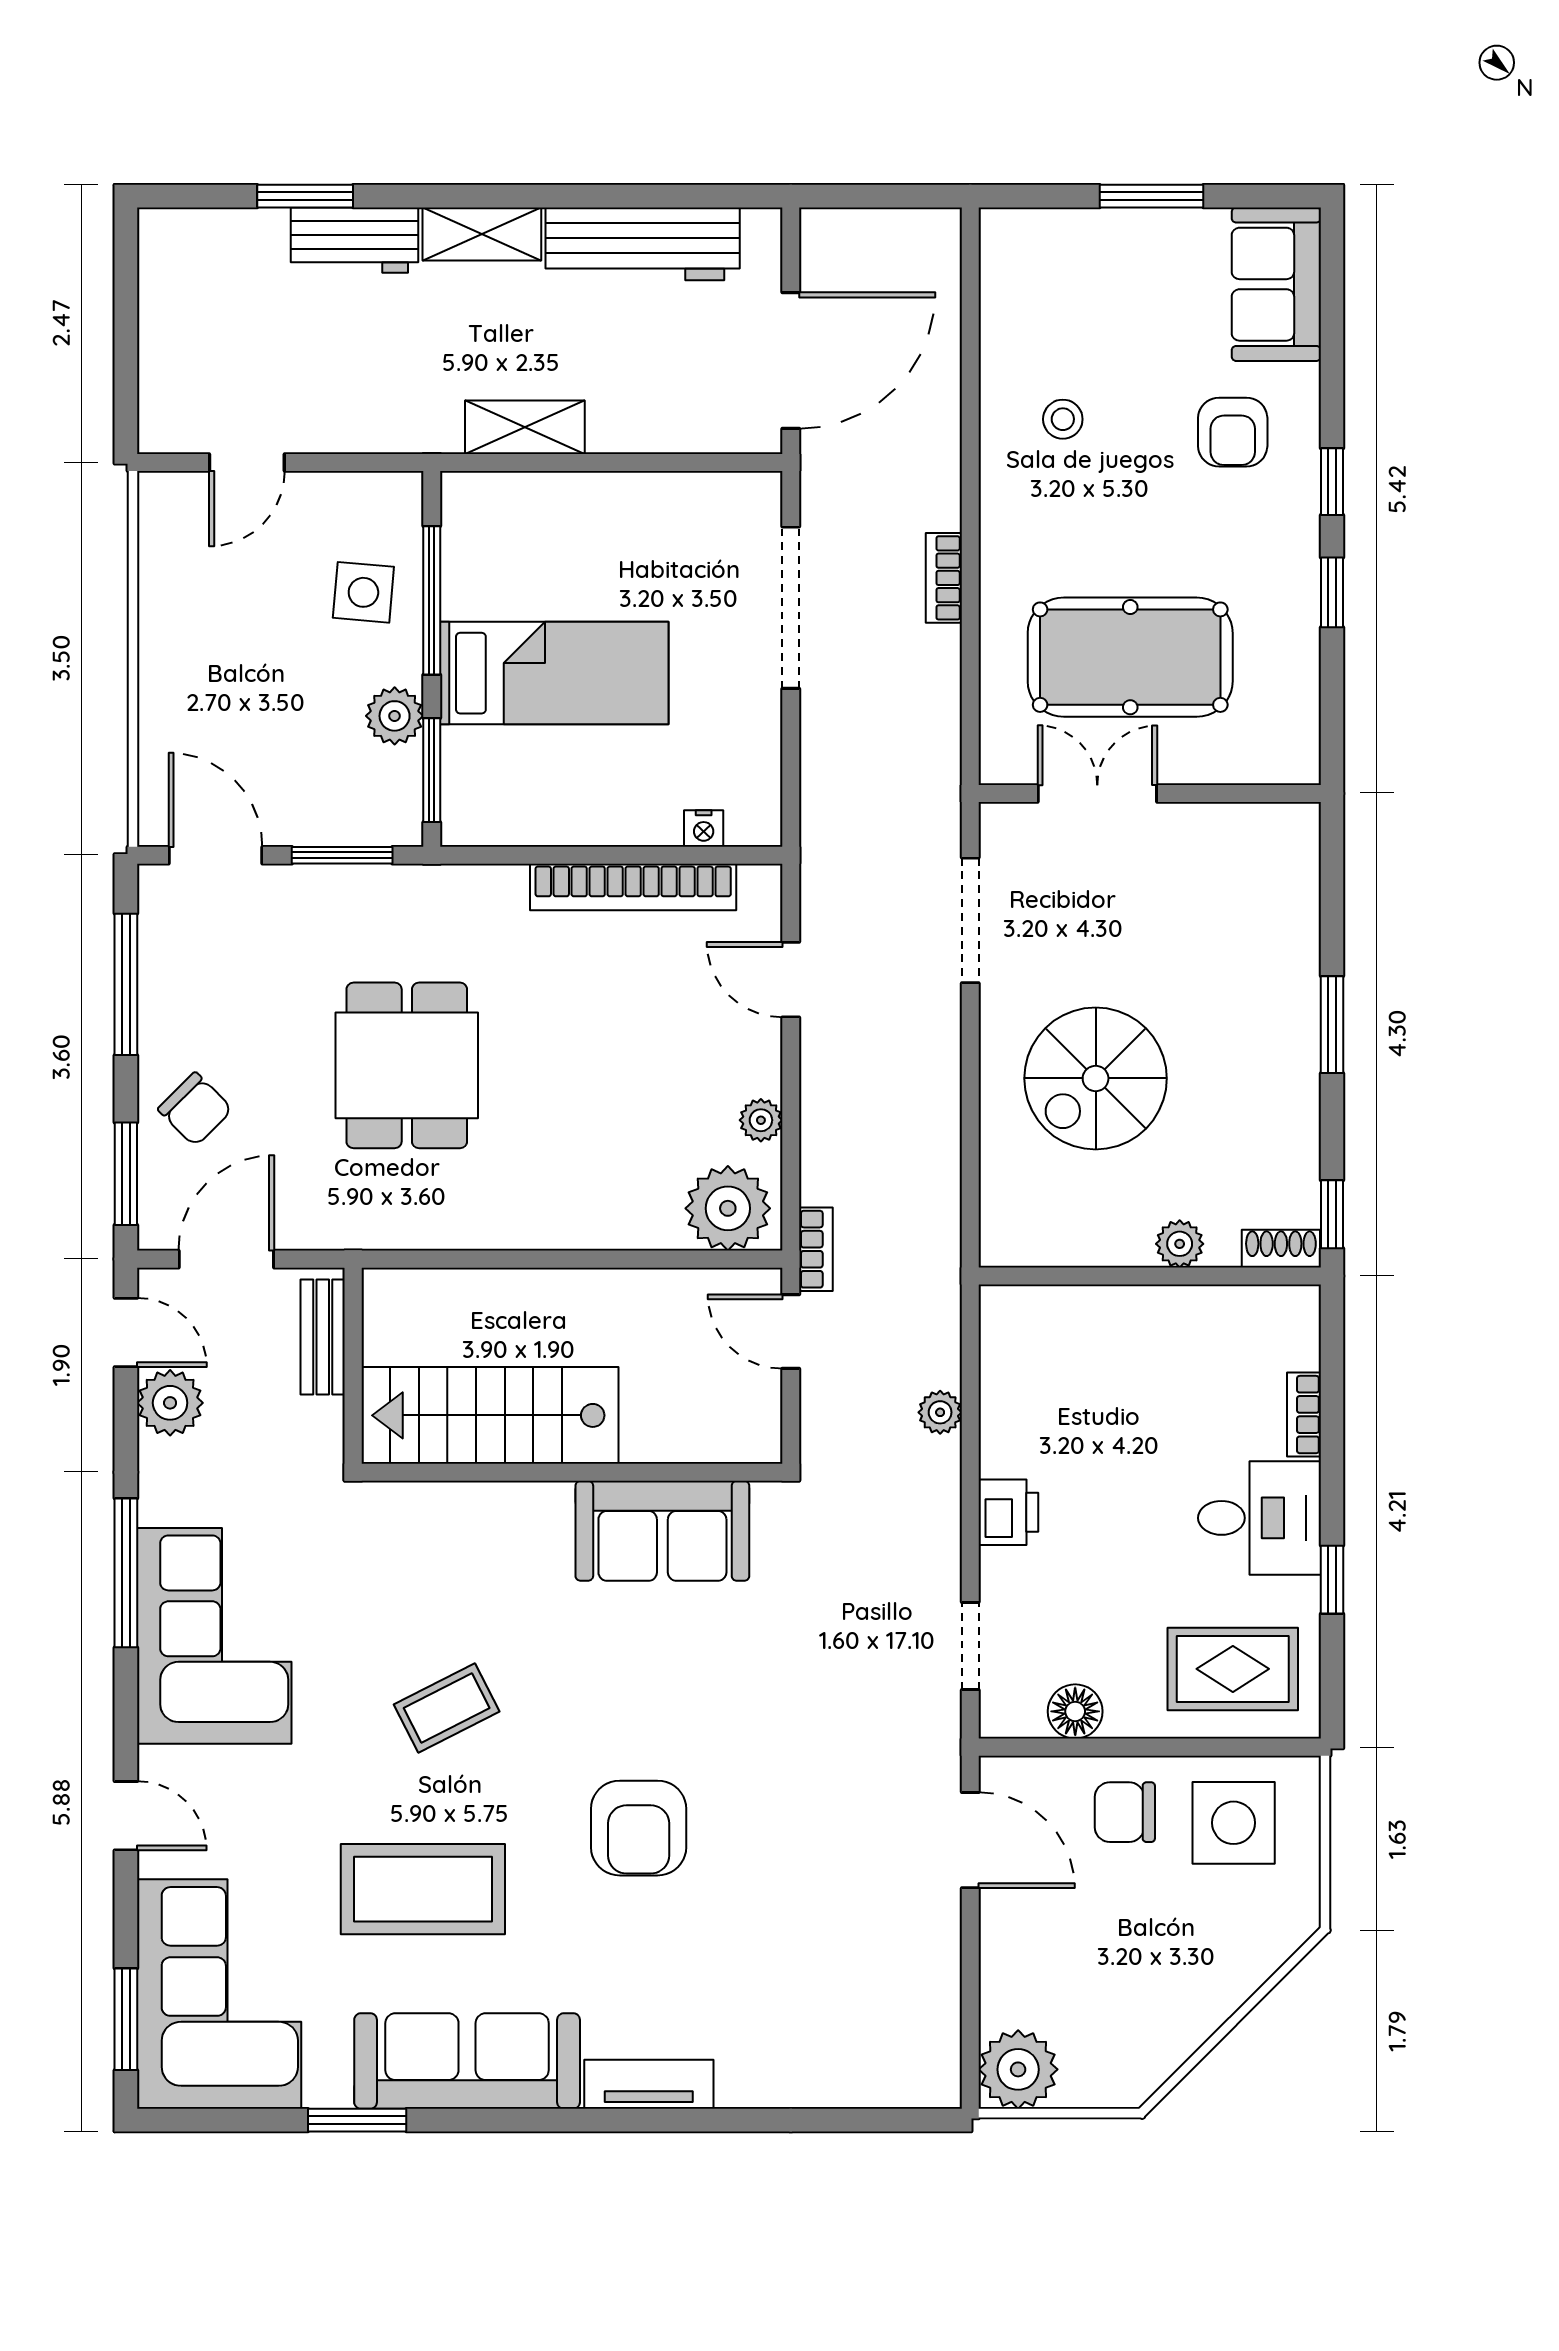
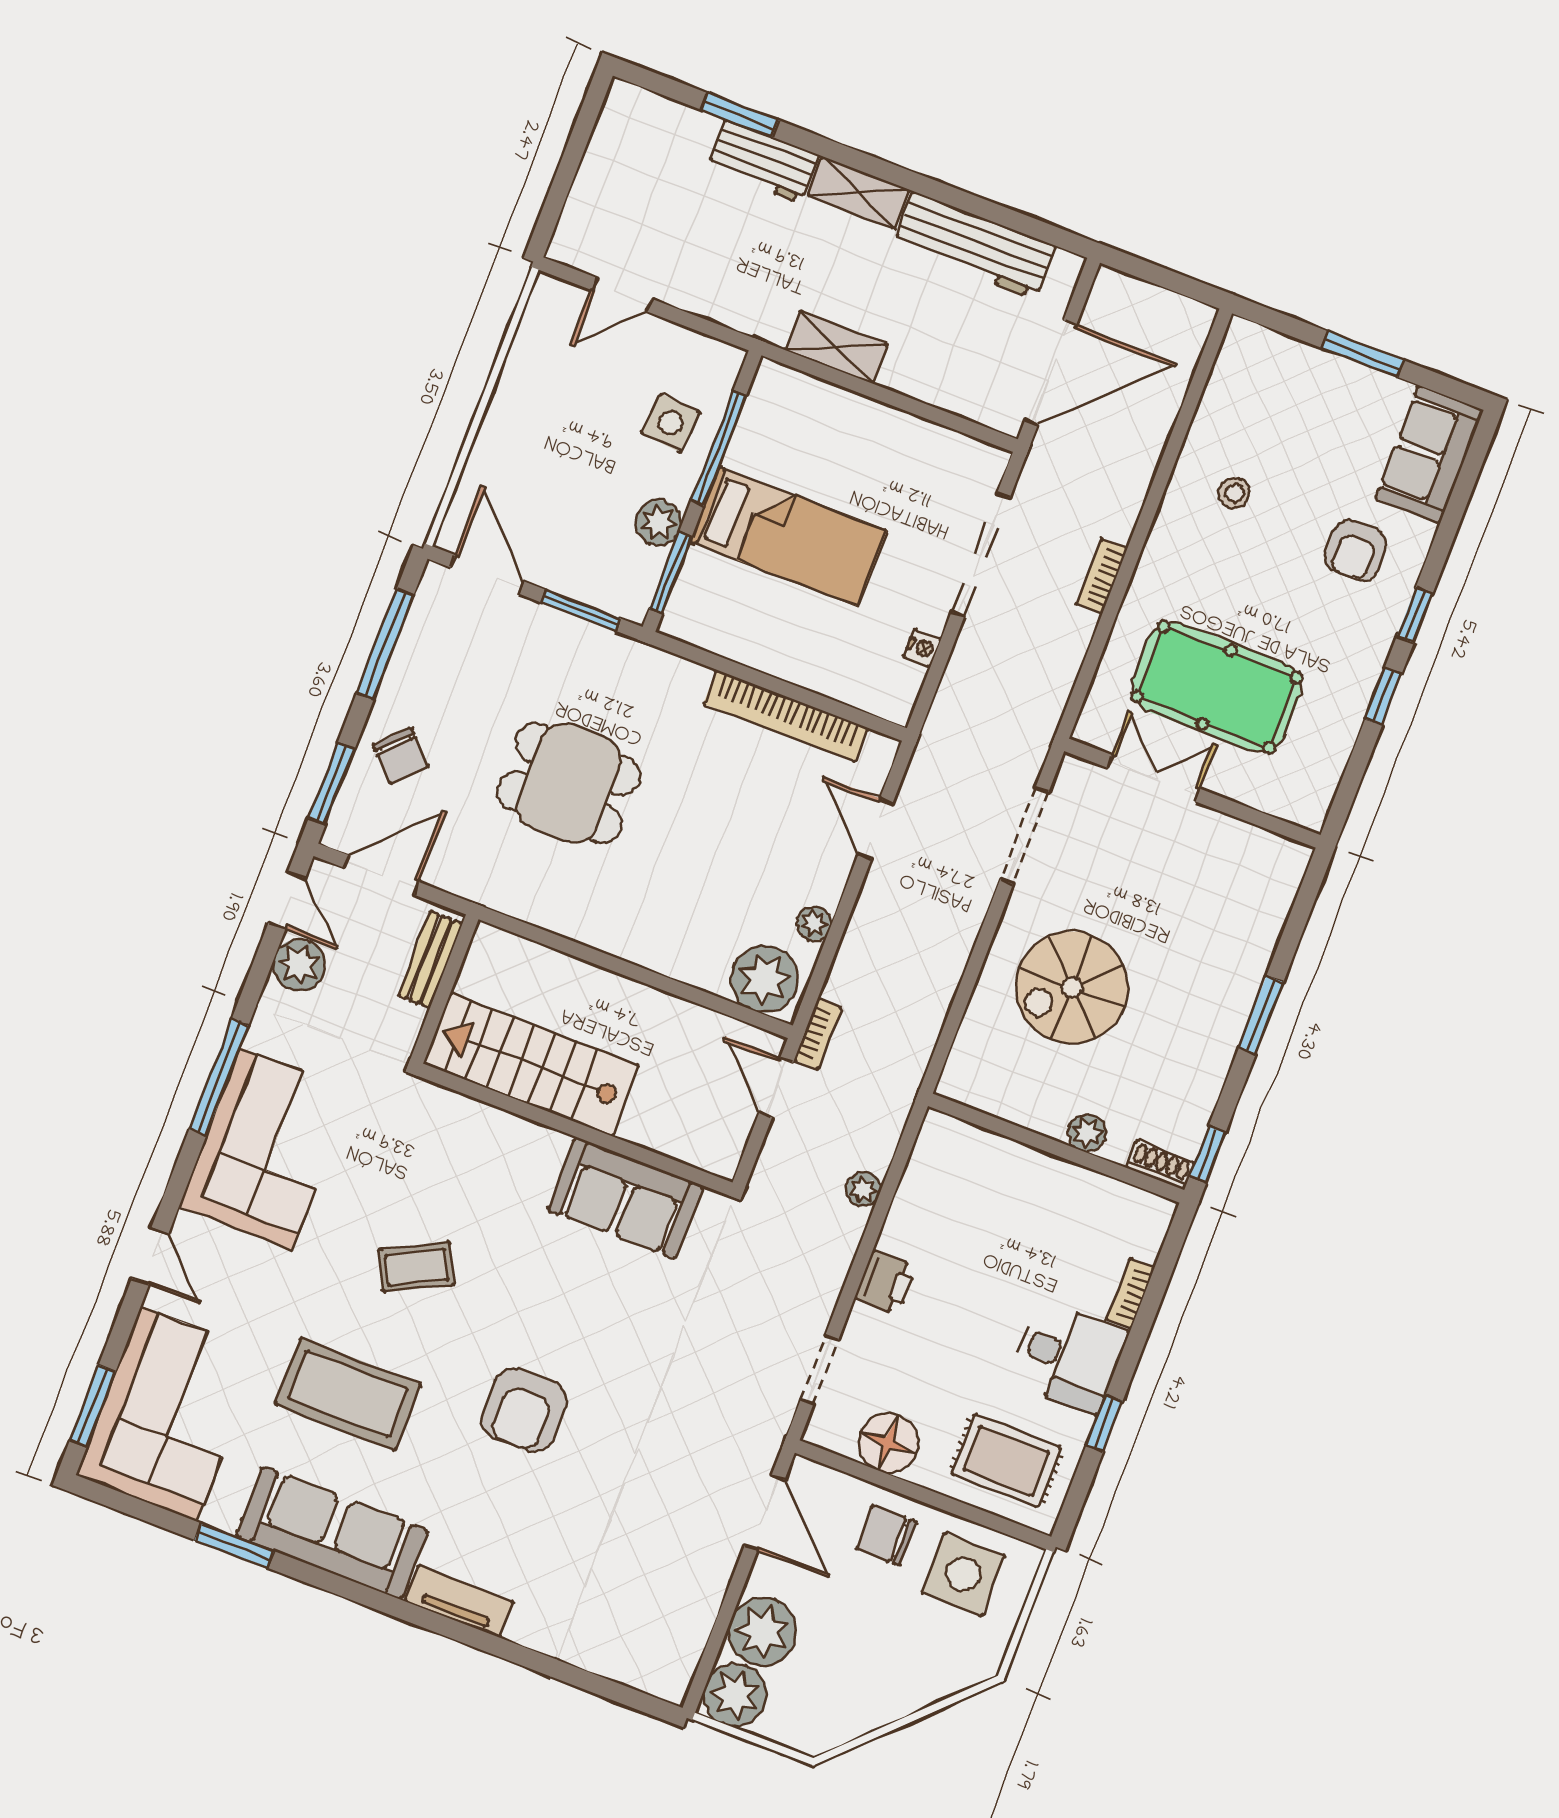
nightstand: (704, 829) -> (922, 648), moved, turned -90
dining table: (407, 1065) -> (569, 783), turned 90
floor lamp: (1075, 1711) -> (889, 1443), width x1.38, depth x1.38
plant: (1022, 1982) -> (762, 1632), added

